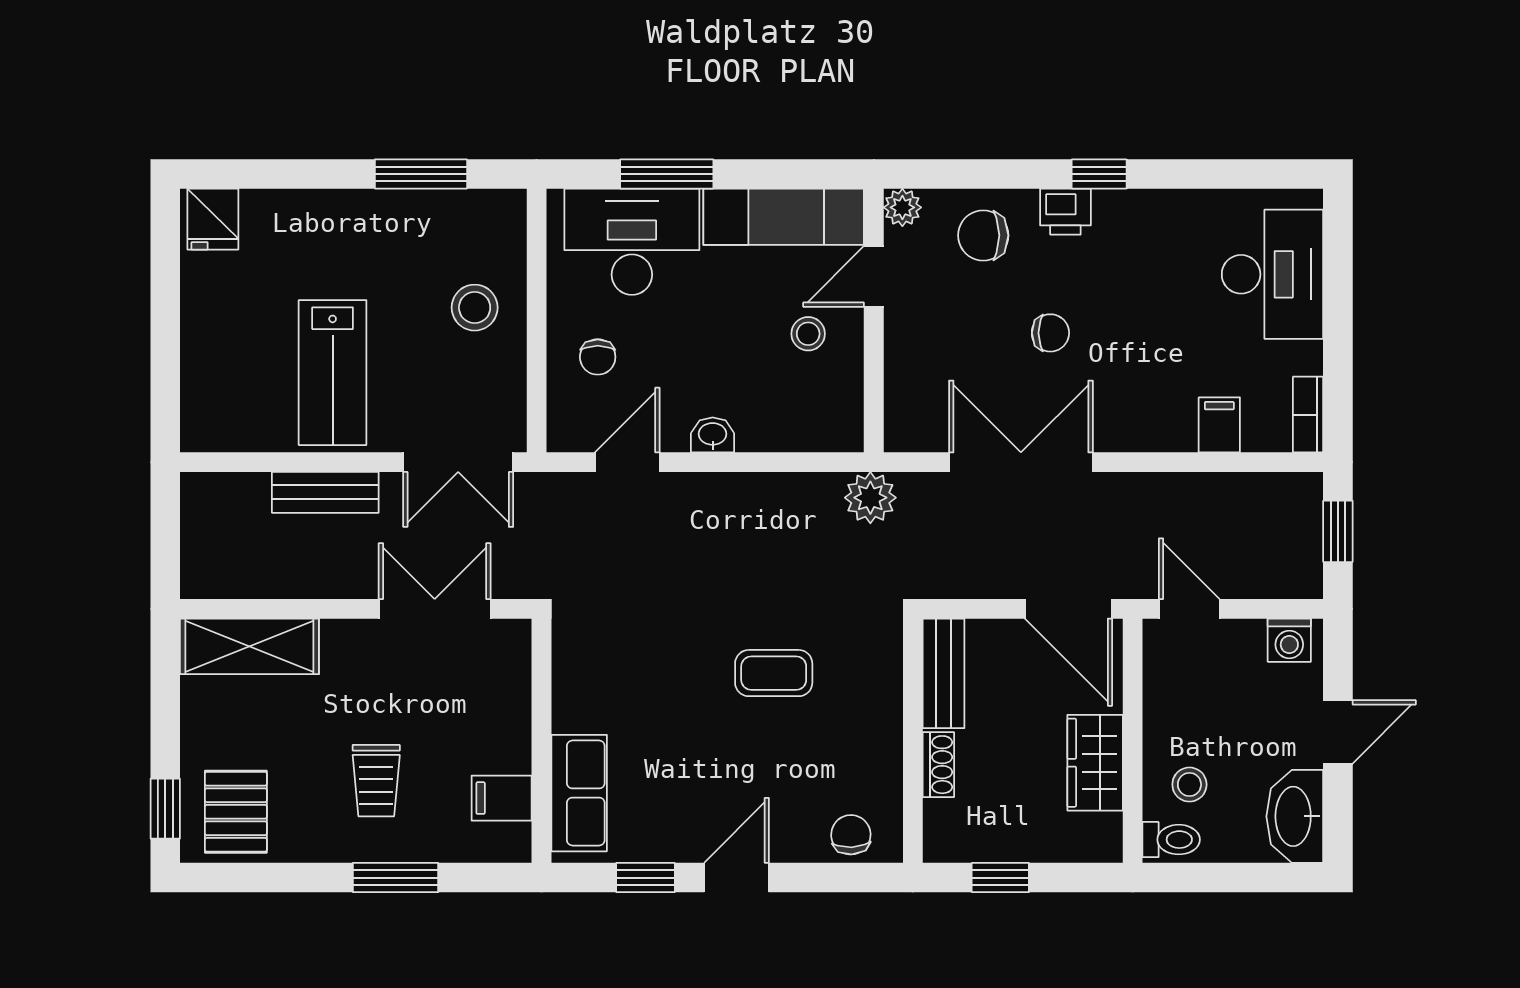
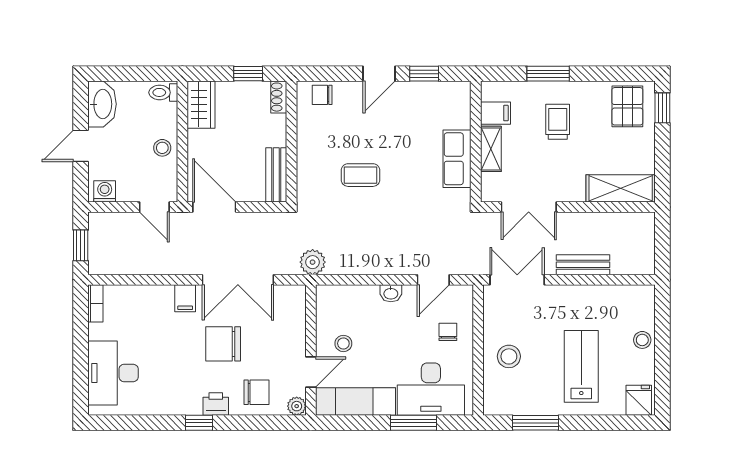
chair: (1050, 333) -> (223, 344), width x1.87, depth x1.87
stool: (206, 341) -> (642, 340), added
lab bench: (333, 373) -> (581, 366), moved
filing cabinet: (1219, 425) -> (185, 298), moved
shelving: (511, 726) -> (491, 149), added
wardrobe: (1095, 763) -> (201, 105), moved
shoe rack: (938, 765) -> (279, 97), moved
stool: (1189, 785) -> (162, 148), moved
row of seats: (579, 793) -> (457, 159), moved
chair: (851, 835) -> (322, 95), turned 93

